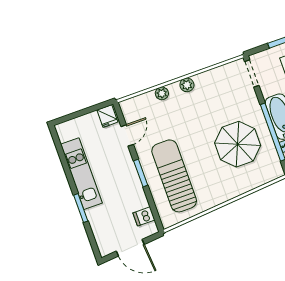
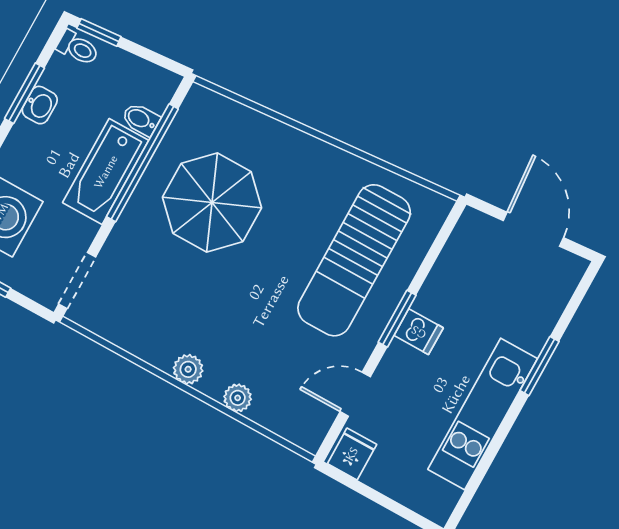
dishwasher: (144, 216) -> (419, 332), moved

